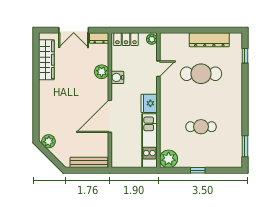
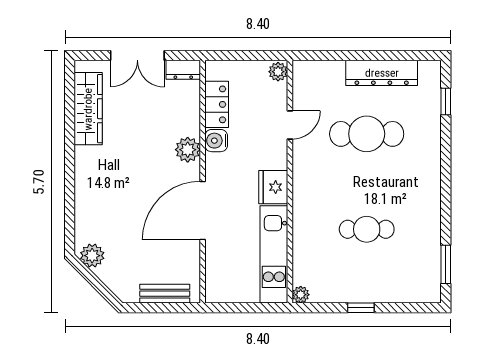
locker: (126, 39) -> (217, 104), moved, turned -90
plant: (102, 72) -> (188, 150), moved
plant: (169, 159) -> (301, 295), width x0.53, depth x0.53
bench: (89, 162) -> (165, 294), width x0.73

